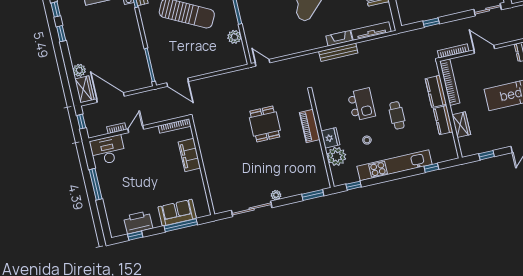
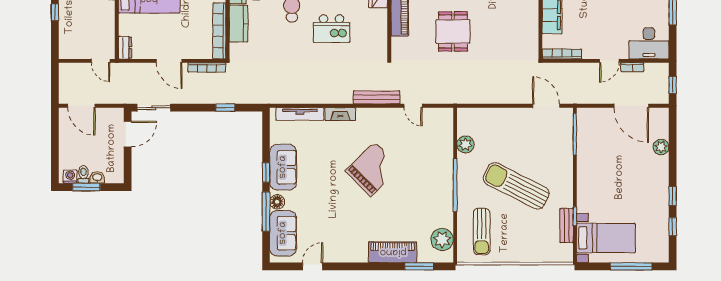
bench: (338, 52) -> (377, 97), moved
door: (263, 63) -> (413, 106), moved
wardrobe: (84, 89) -> (660, 123), removed
kitchen island: (361, 104) -> (332, 29), turned -90

